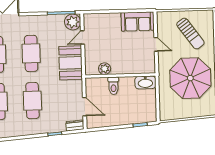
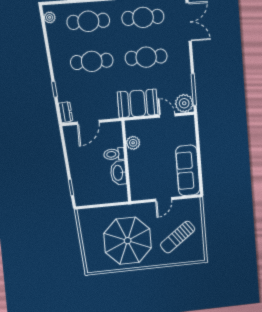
sofa: (138, 21) -> (188, 170), width x1.36
washbasin: (145, 82) -> (118, 173), moved

